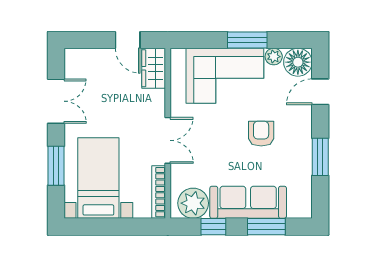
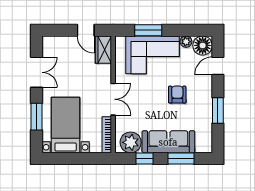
window: (247, 40) -> (148, 30), moved

